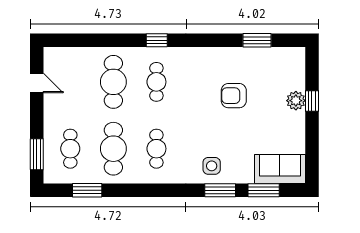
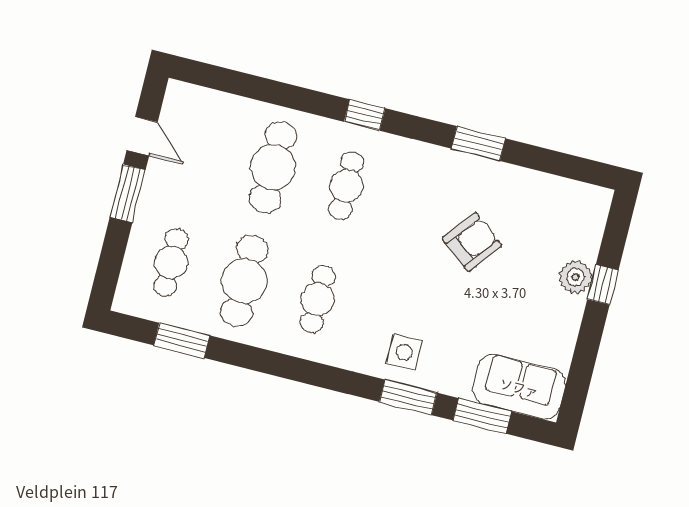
window: (257, 40) -> (478, 144), moved
armchair: (234, 96) -> (472, 242), turned 128
window: (37, 154) -> (128, 193), moved

